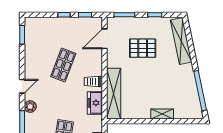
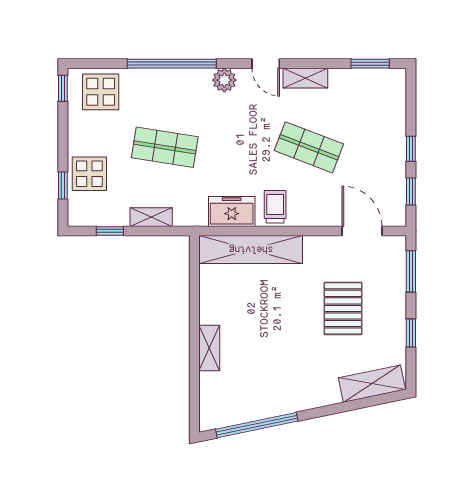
shelving: (181, 41) -> (372, 384), width x0.68
shelving: (29, 67) -> (305, 78), added

